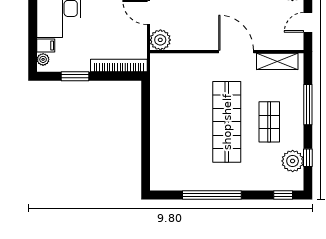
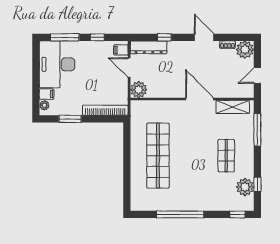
window: (308, 105) -> (257, 130), moved
shop shelf: (227, 122) -> (158, 156), moved

